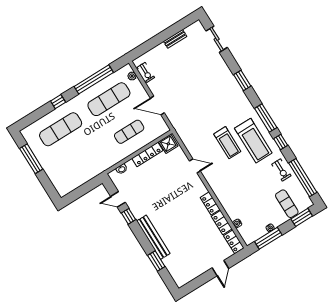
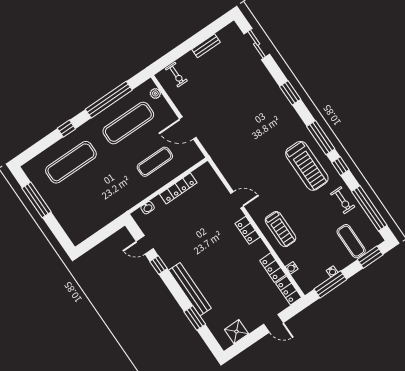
exercise bike: (146, 72) -> (176, 75), moved
treadmill: (227, 143) -> (281, 229), moved
shower: (168, 144) -> (236, 332), moved
locker: (210, 203) -> (248, 230), moved
door: (220, 268) -> (273, 323), hinge flipped

